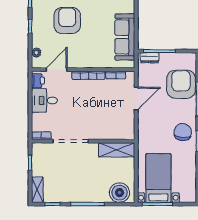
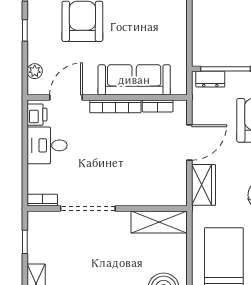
sofa: (125, 37) -> (134, 80), moved, turned 90
wardrobe: (145, 126) -> (204, 185), added

